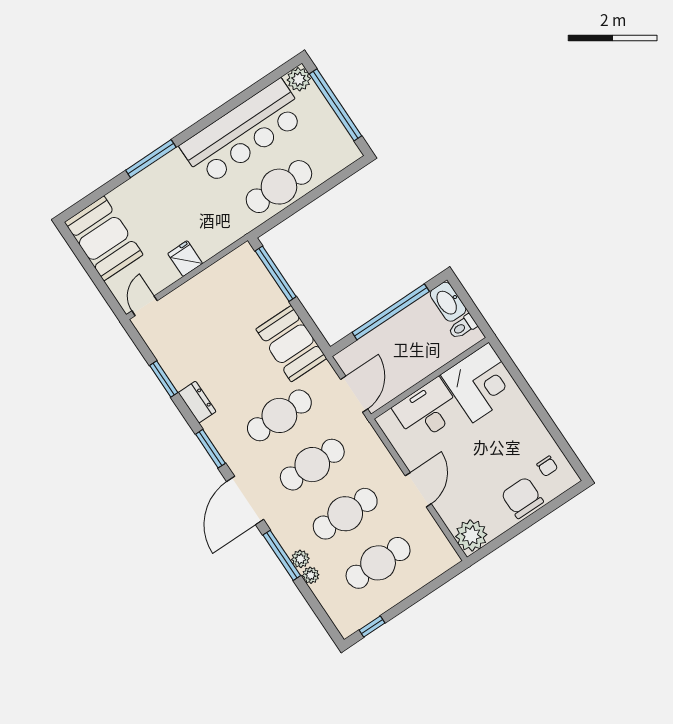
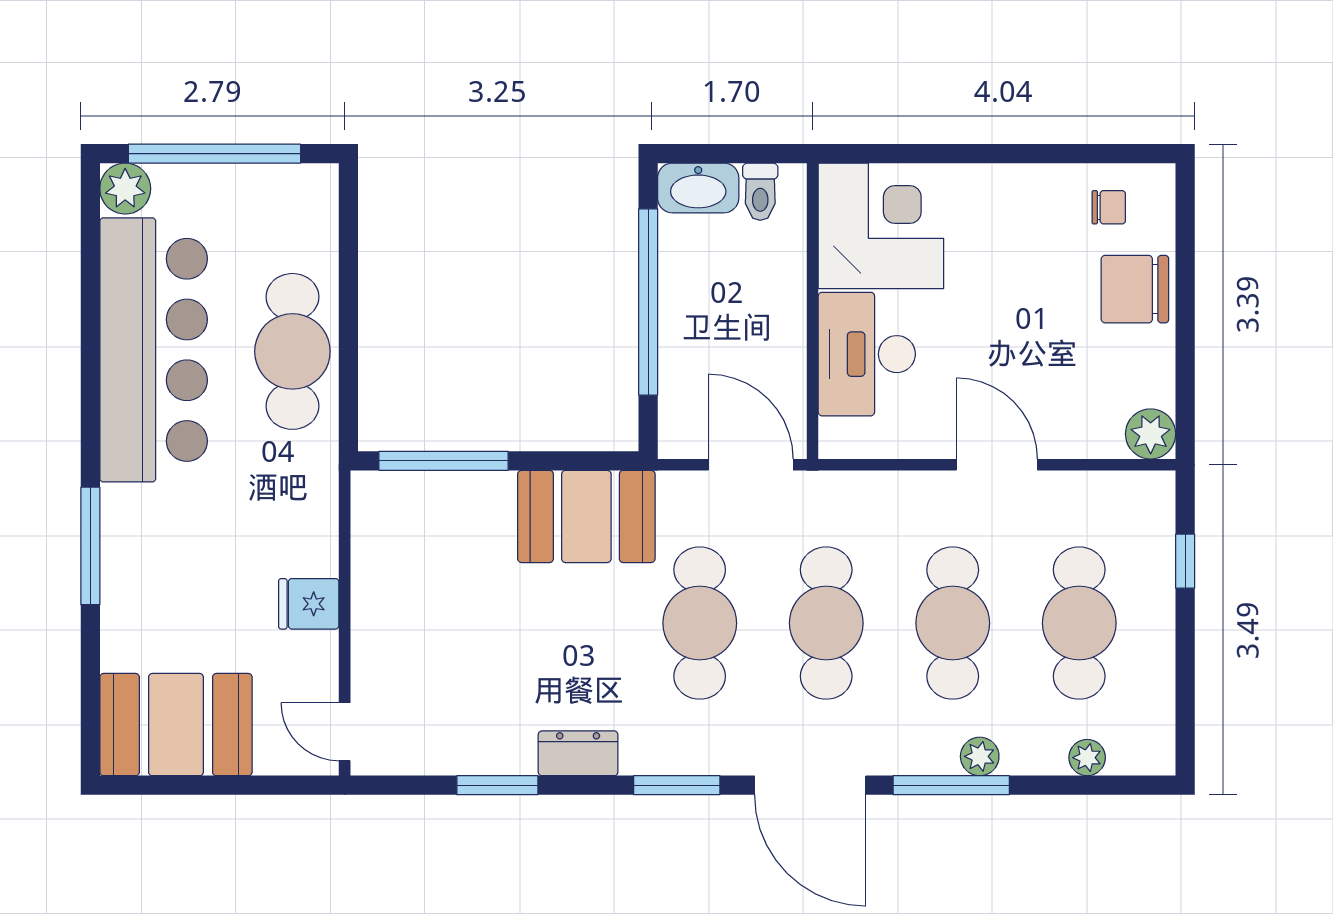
plant: (471, 535) -> (1151, 434), width x0.73, depth x0.73
plant: (311, 575) -> (1087, 758), moved
window: (372, 626) -> (1185, 561), moved

